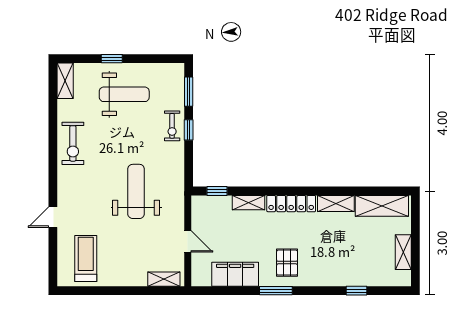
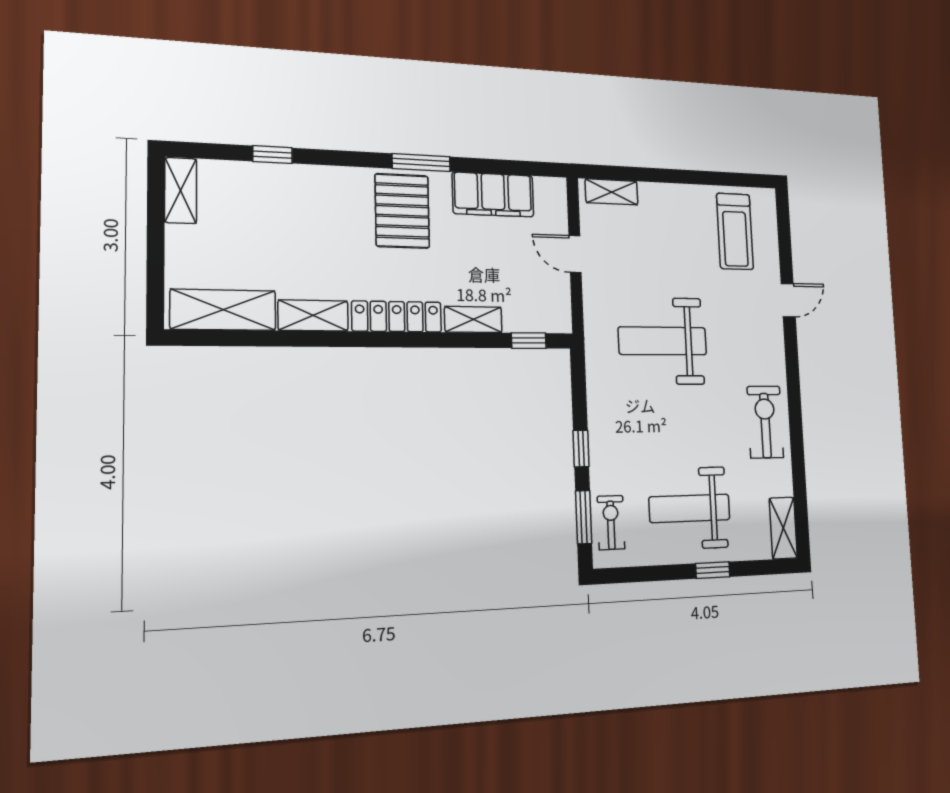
exercise bike: (172, 126) -> (611, 523), moved
weight bench: (136, 191) -> (663, 341), turned 90
shelving: (403, 252) -> (181, 191), moved
pallet: (287, 263) -> (402, 211), width x1.50, depth x1.42

